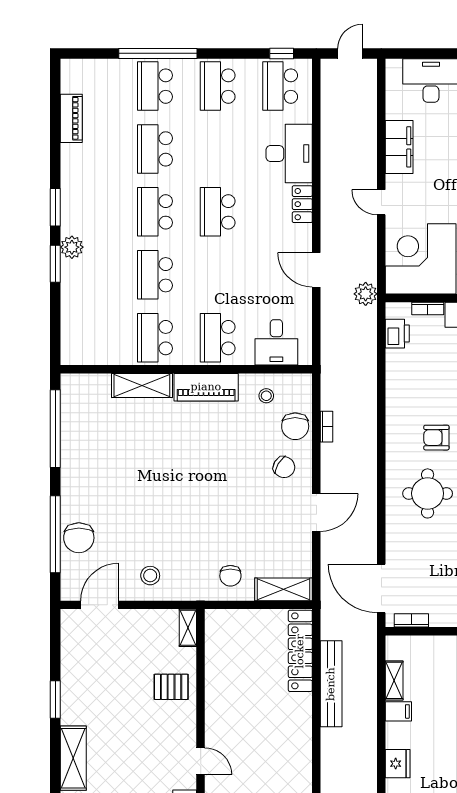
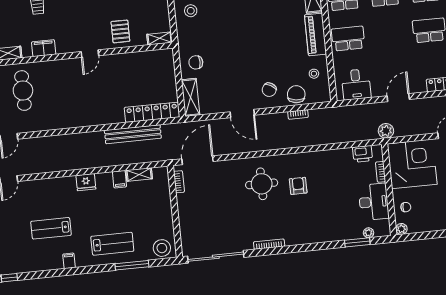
desk: (276, 342) -> (356, 84), moved, turned -90
chair: (295, 426) -> (296, 94), turned 97
door: (201, 761) -> (90, 54), moved

